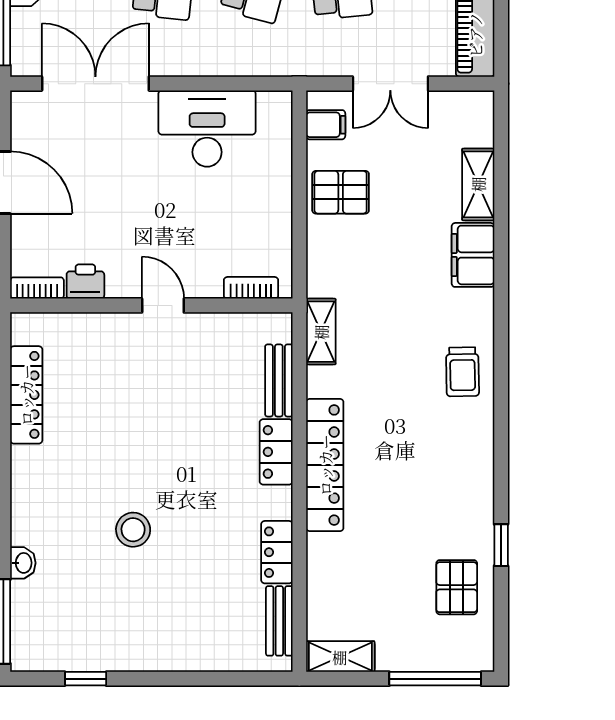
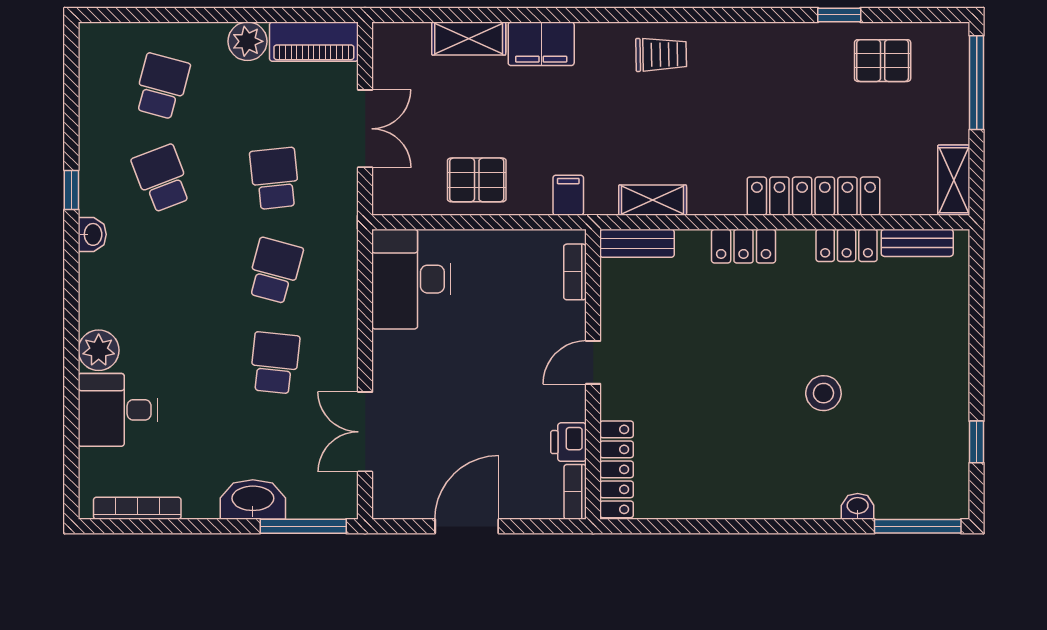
double door: (95, 84) -> (365, 432), width x0.73
filing cabinet: (326, 125) -> (568, 195), moved
desk: (207, 128) -> (411, 279), moved
pallet: (341, 192) -> (477, 180), turned 90
shelving: (321, 332) -> (653, 200), moved
bench: (279, 380) -> (637, 243), moved
locker: (26, 395) -> (617, 469), moved, turned 90
locker: (325, 465) -> (813, 196), moved

